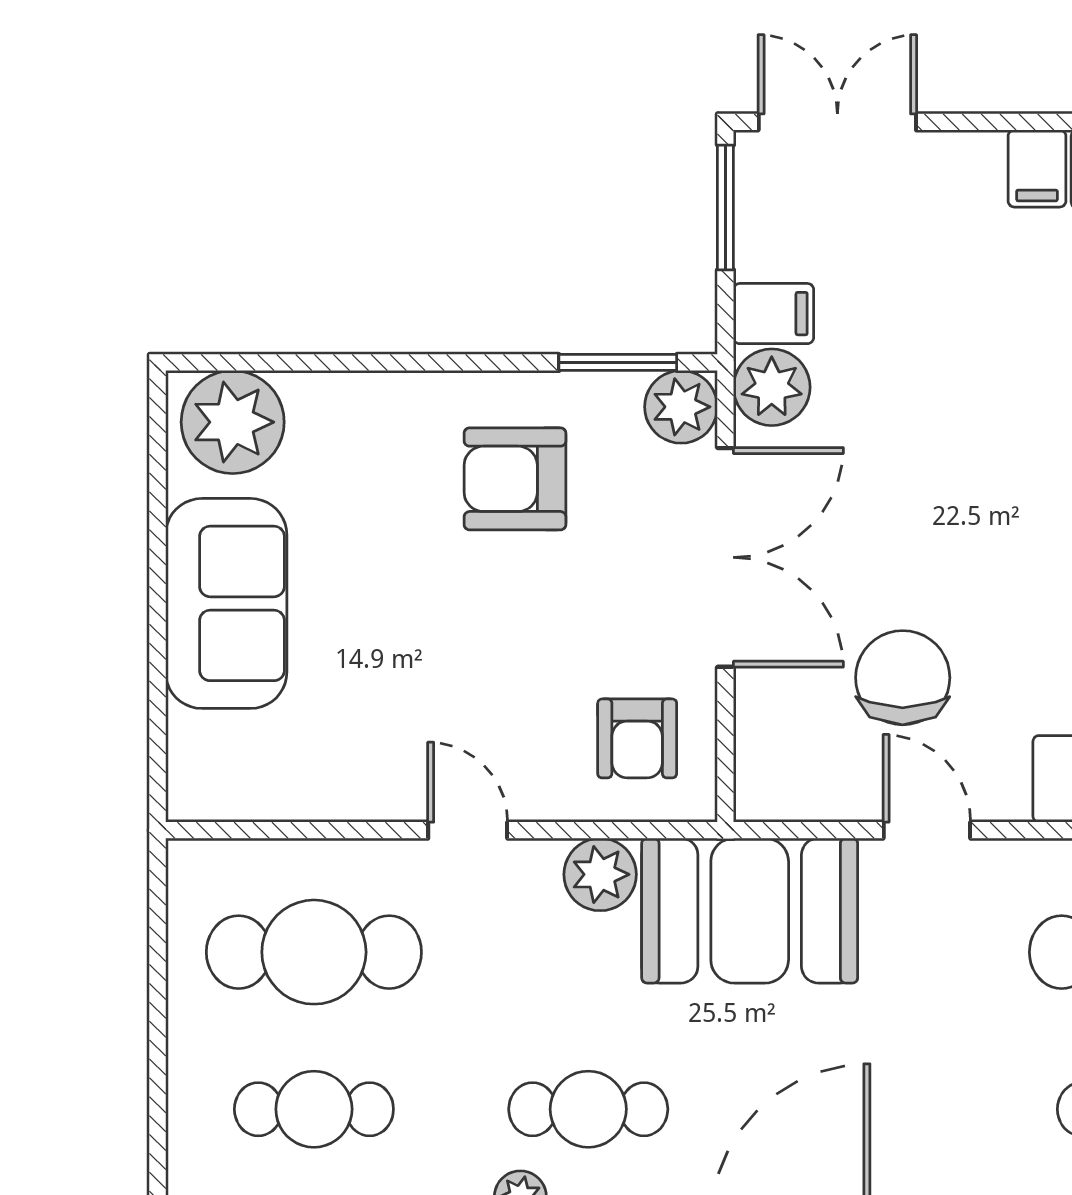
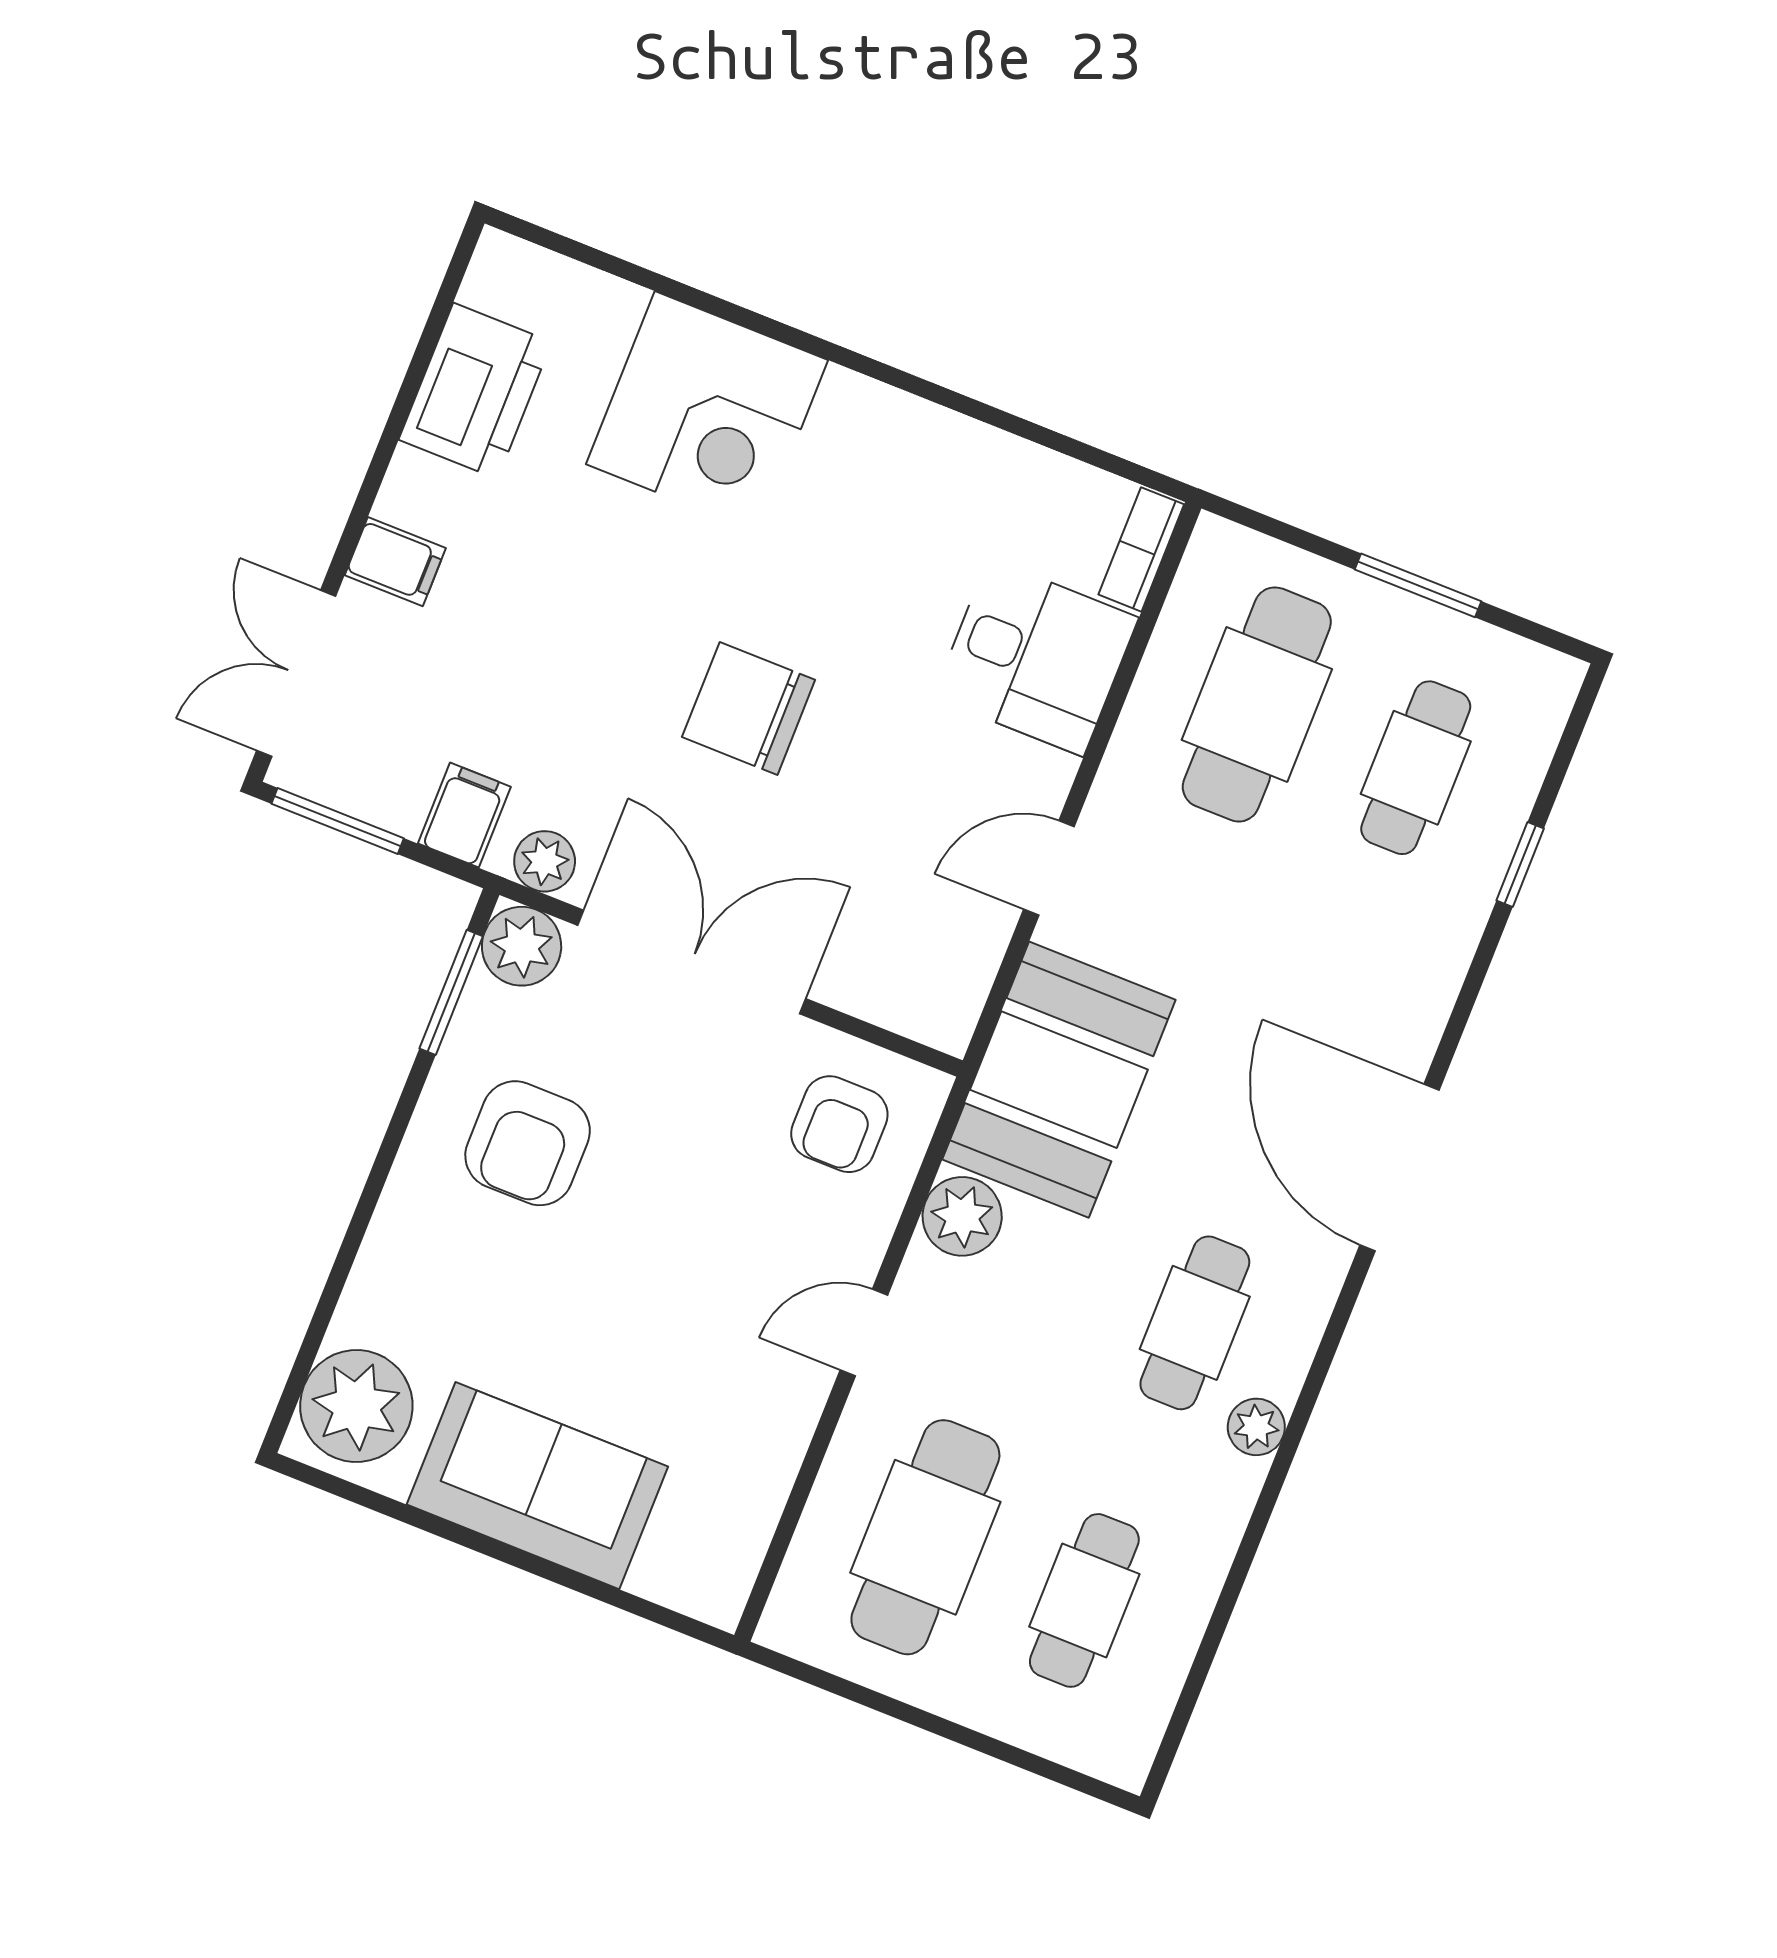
filing cabinet: (1037, 168) -> (395, 562), moved
plant: (772, 387) -> (545, 861), width x0.73, depth x0.73
chair: (903, 678) -> (749, 708), moved
armchair: (637, 738) -> (839, 1124), turned 90

